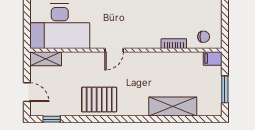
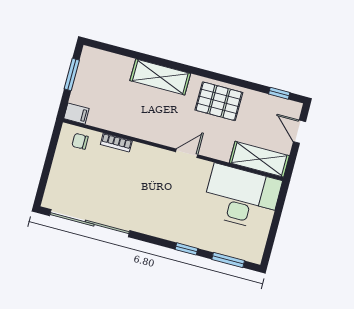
shelving: (46, 59) -> (259, 159), width x1.50, depth x1.33
shelving: (173, 107) -> (160, 77), moved

